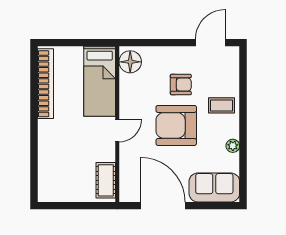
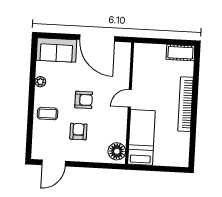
bookcase: (45, 84) -> (186, 104), moved
armchair: (181, 85) -> (78, 132), turned 90
armchair: (176, 125) -> (84, 100), width x0.53, depth x0.53
cot: (106, 180) -> (180, 53), moved, turned 90

